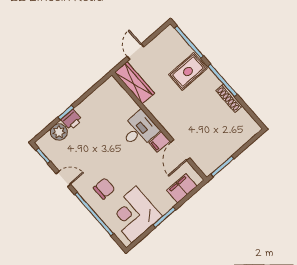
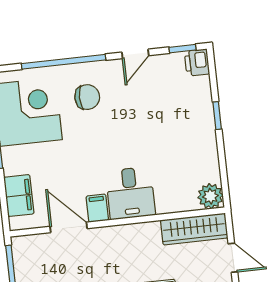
printer: (72, 120) -> (197, 62), moved
plant: (59, 132) -> (210, 196), moved
chair: (104, 188) -> (87, 97), turned -90

